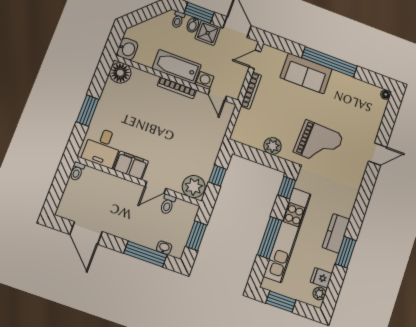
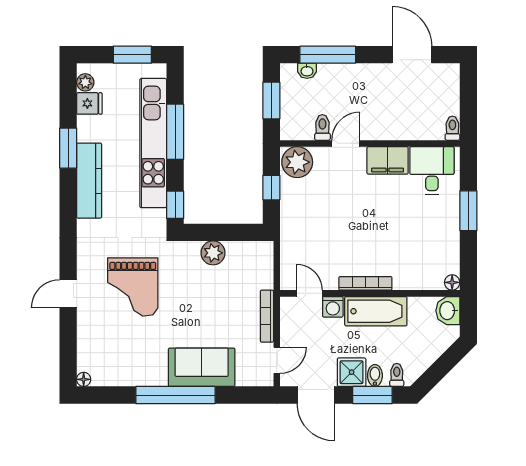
floor lamp: (120, 73) -> (452, 282), width x0.53, depth x0.53
grand piano: (318, 143) -> (133, 287), moved, turned -93
kitchen counter: (336, 233) -> (89, 181), width x1.50

